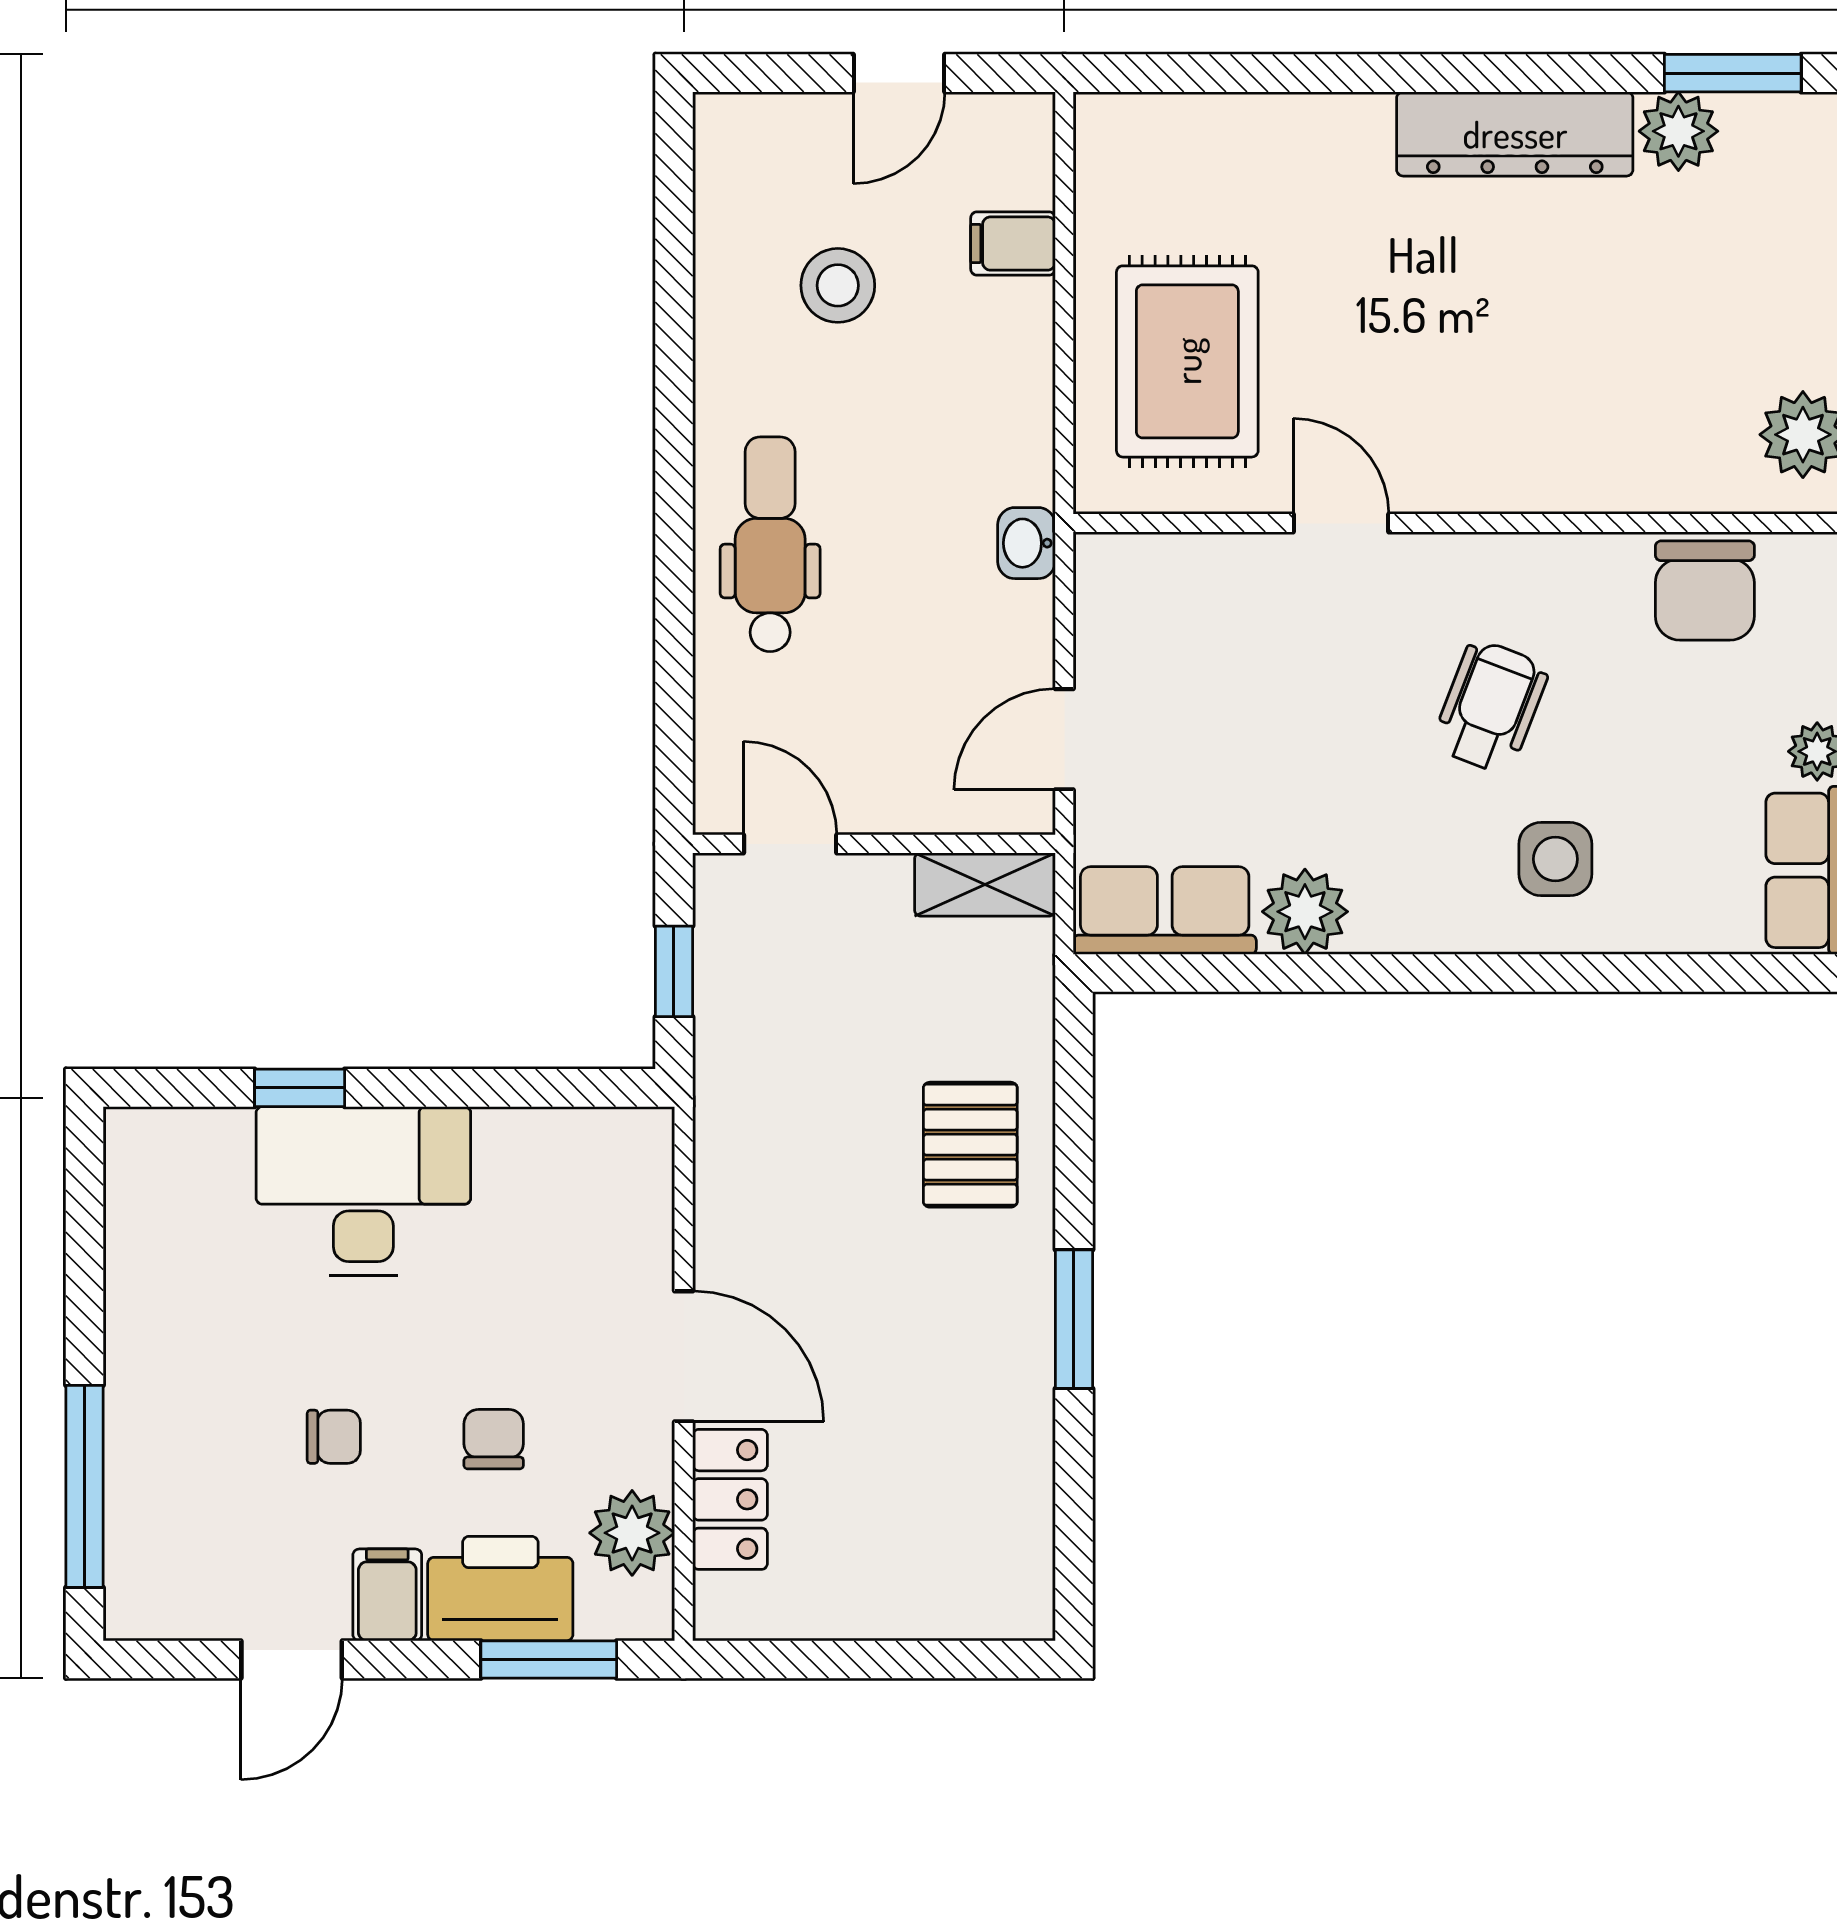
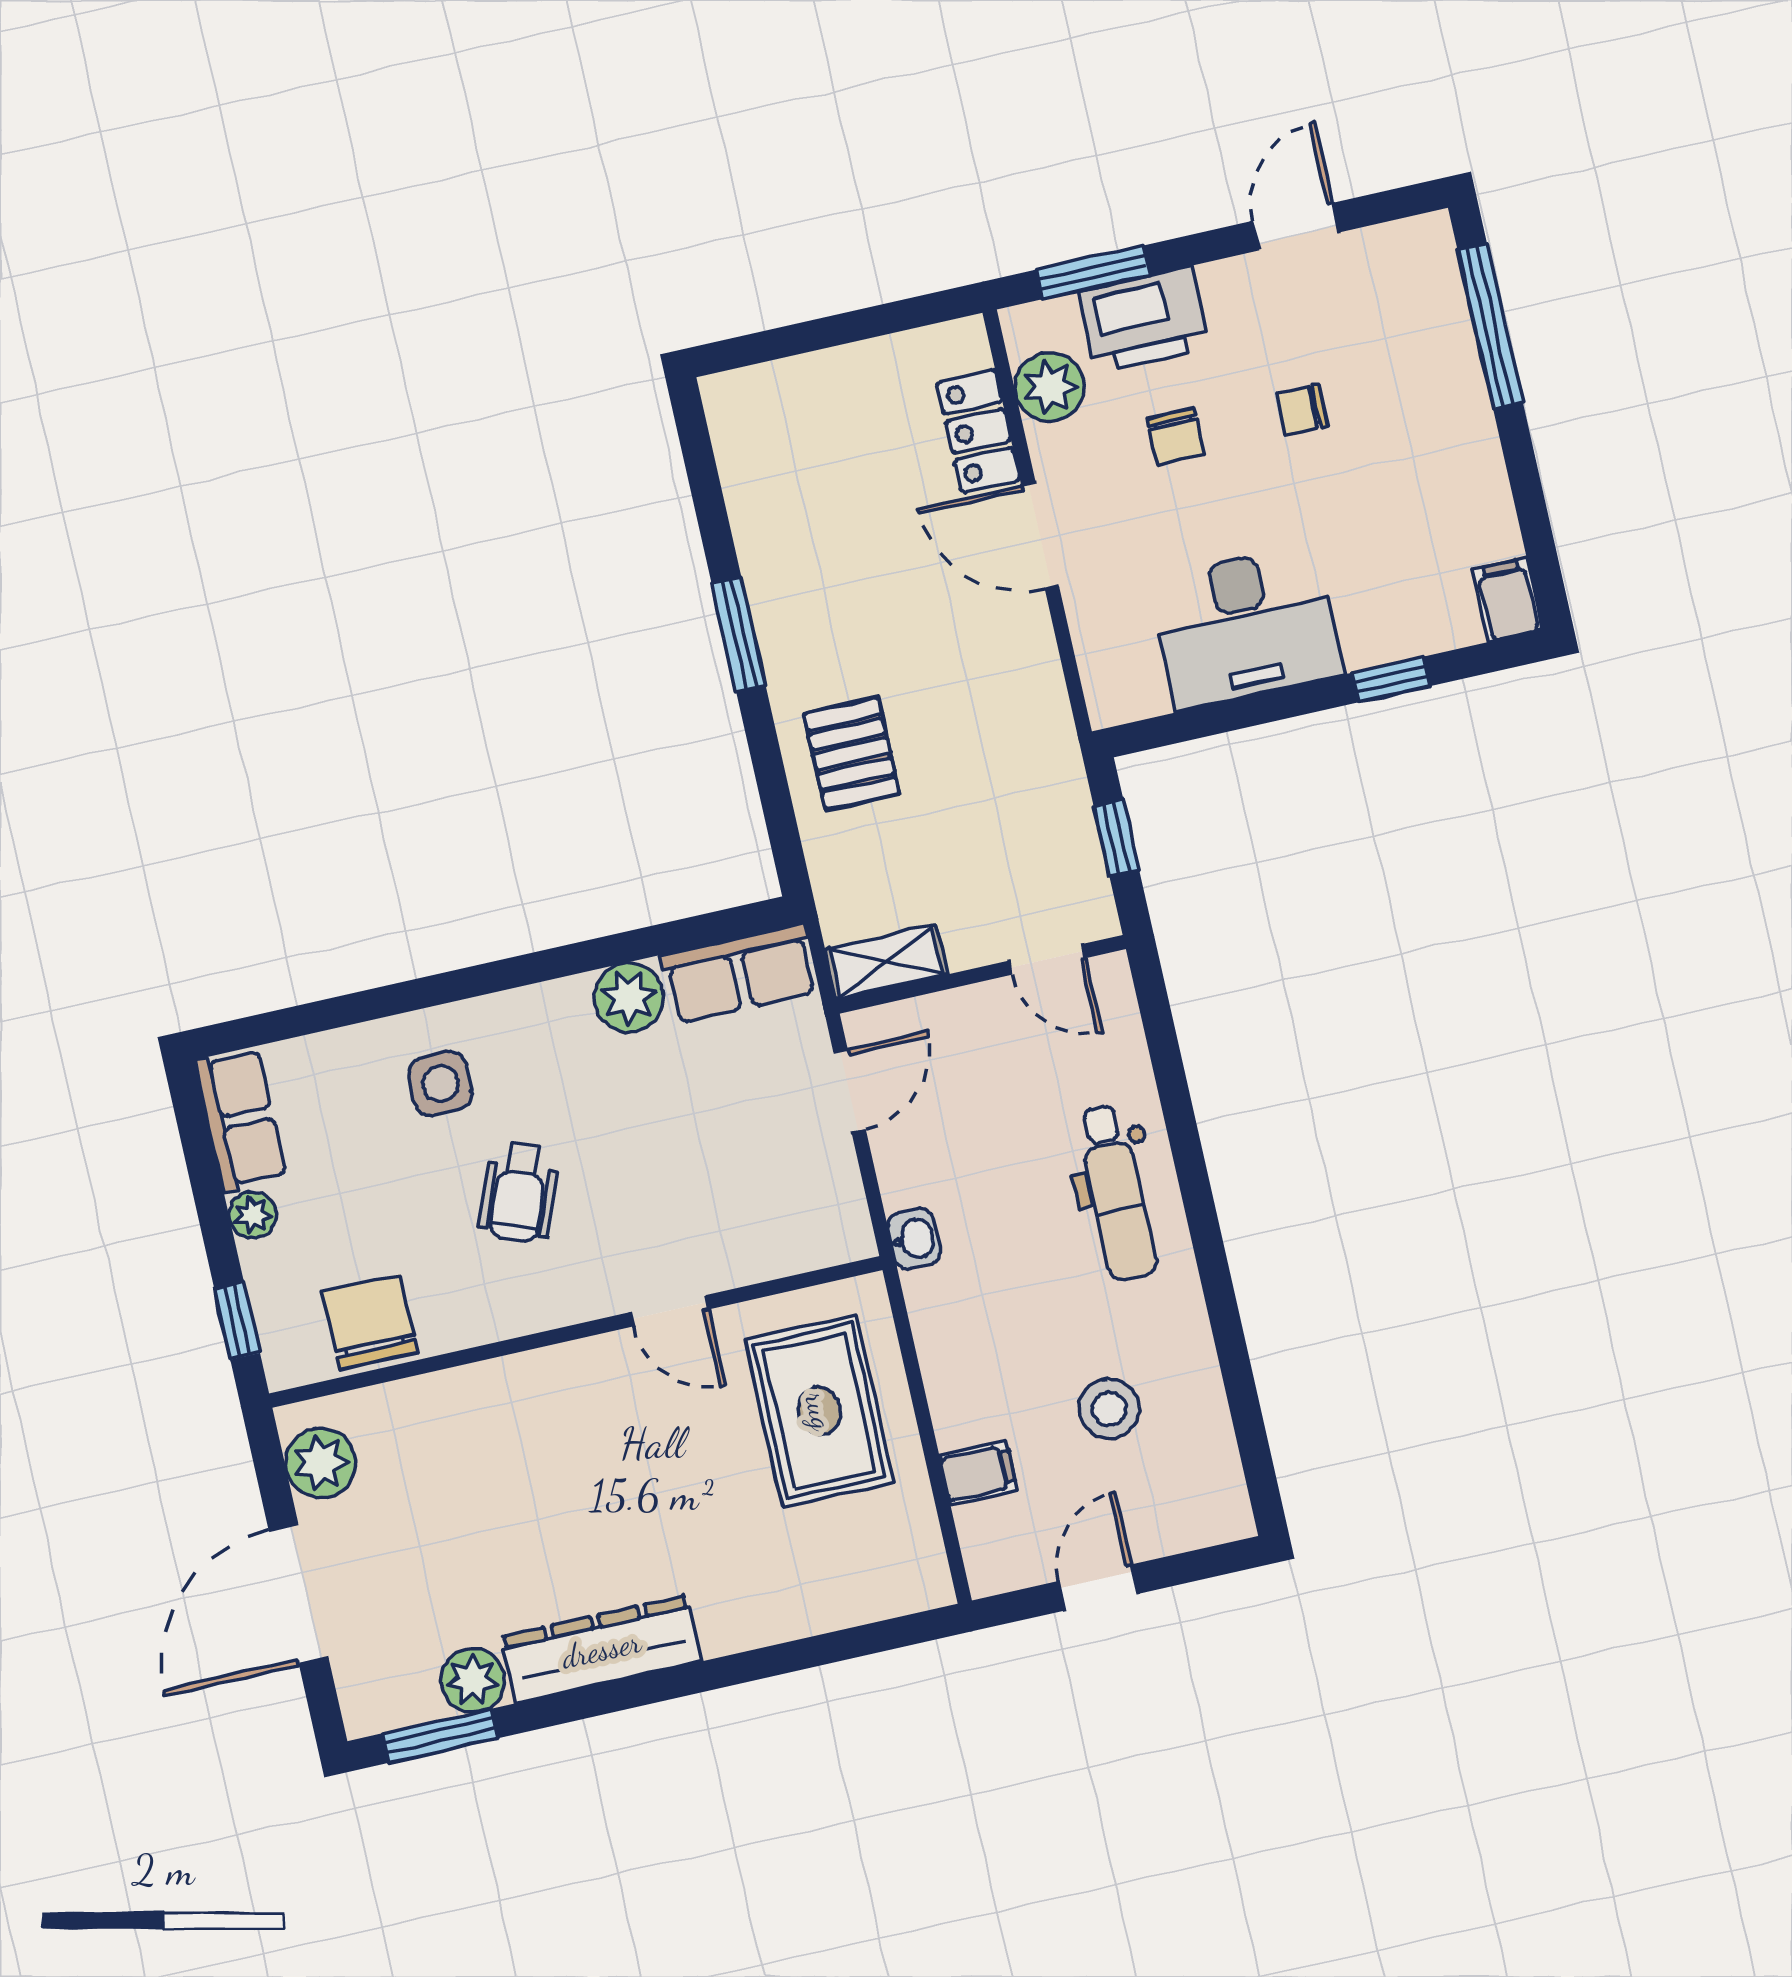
desk: (363, 1191) -> (1246, 627), moved
filing cabinet: (387, 1595) -> (1508, 600), moved, turned 180

